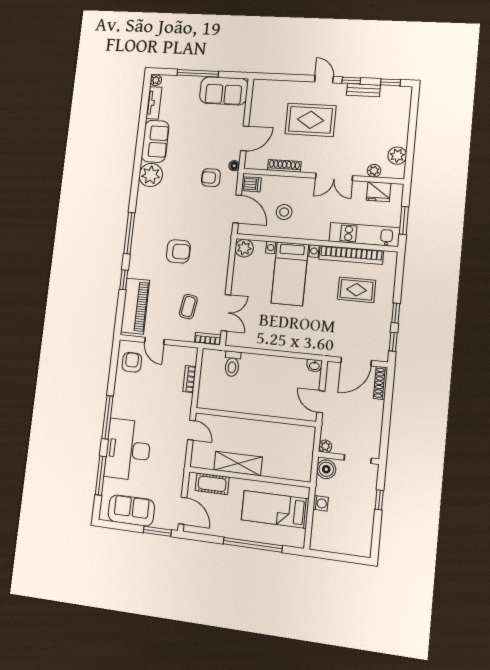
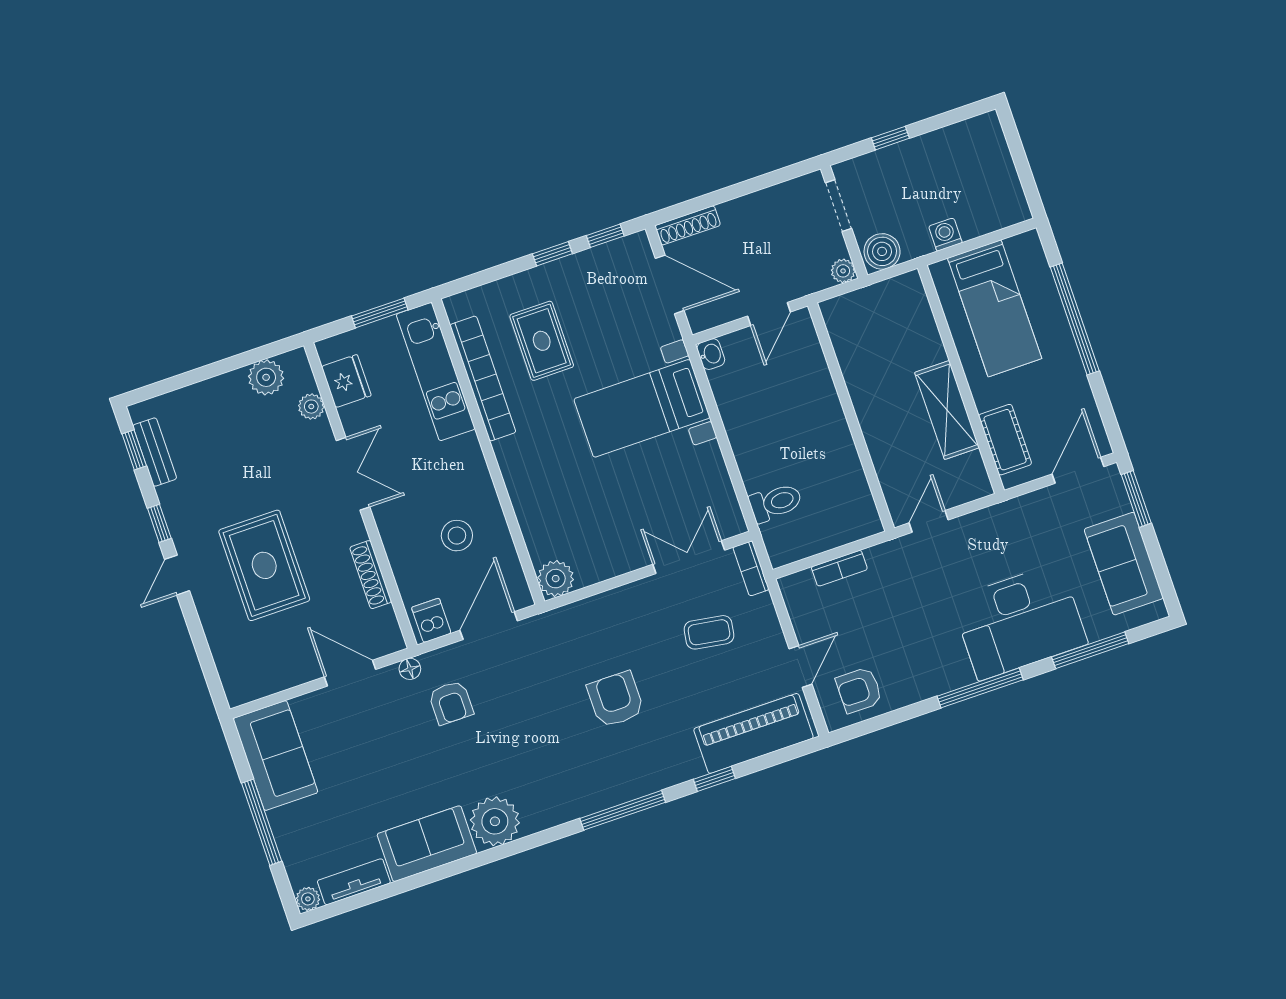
bench: (363, 90) -> (155, 452), moved
bed with nightstands: (290, 274) -> (642, 408), moved, turned 180

